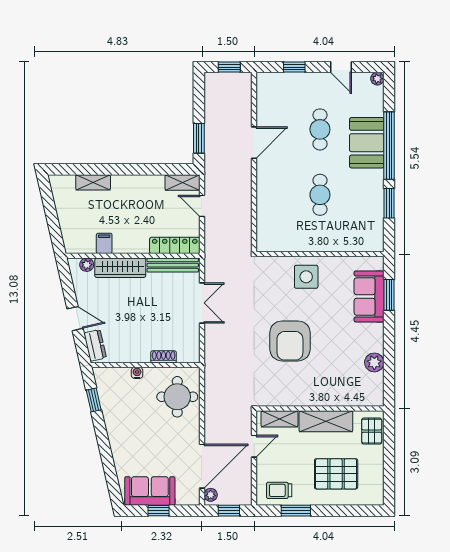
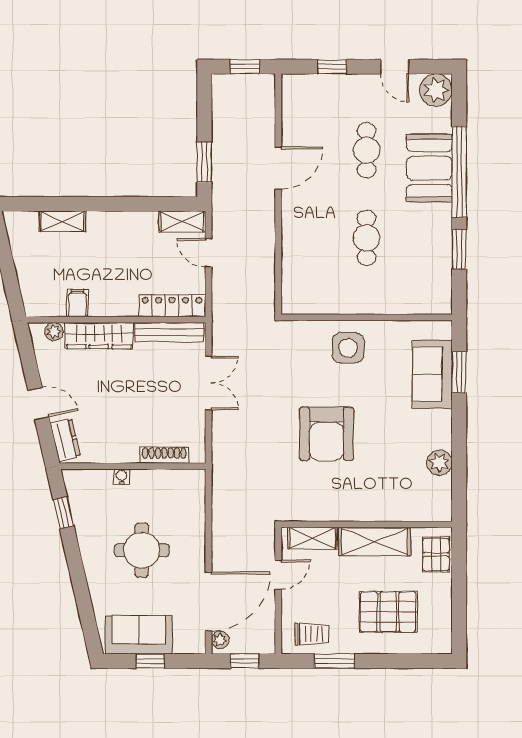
plant: (377, 79) -> (436, 90), width x1.87, depth x1.87
shoe rack: (164, 357) -> (164, 455), width x1.43
round table: (177, 397) -> (142, 550), moved
trolley: (279, 490) -> (312, 634), turned 180

